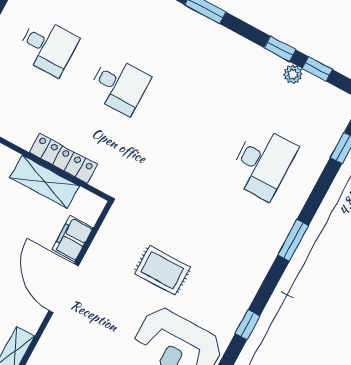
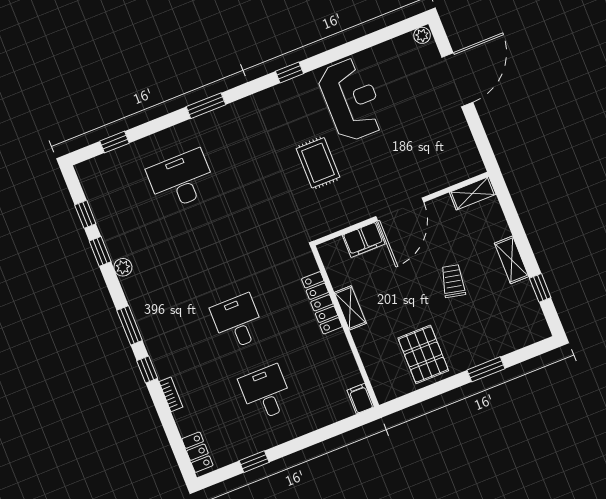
plant: (293, 74) -> (123, 267), moved
shelving: (45, 182) -> (350, 308), width x0.67, depth x0.75

